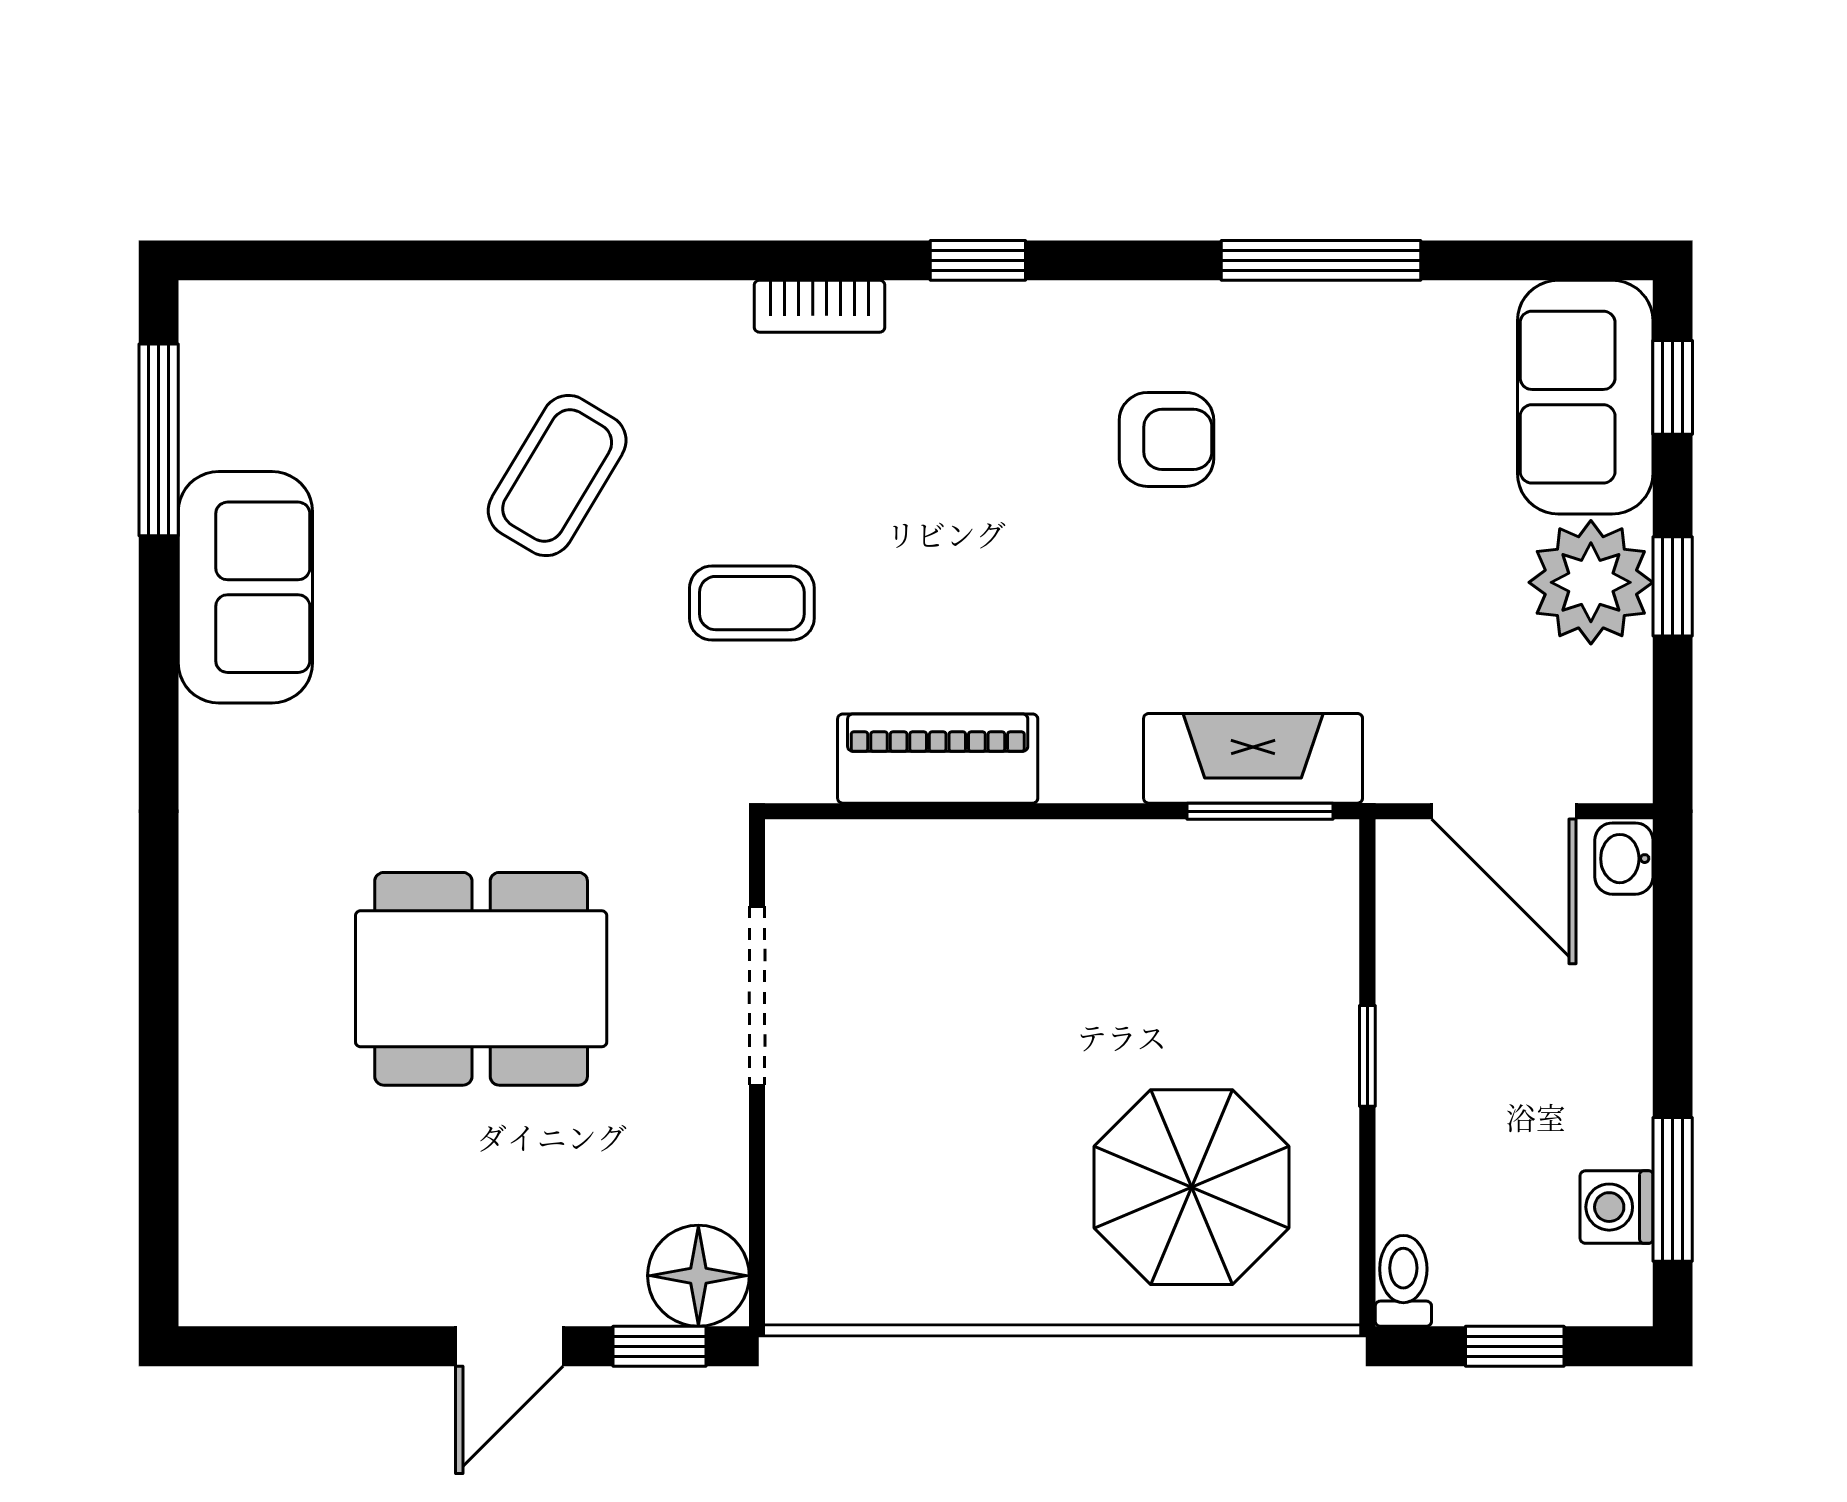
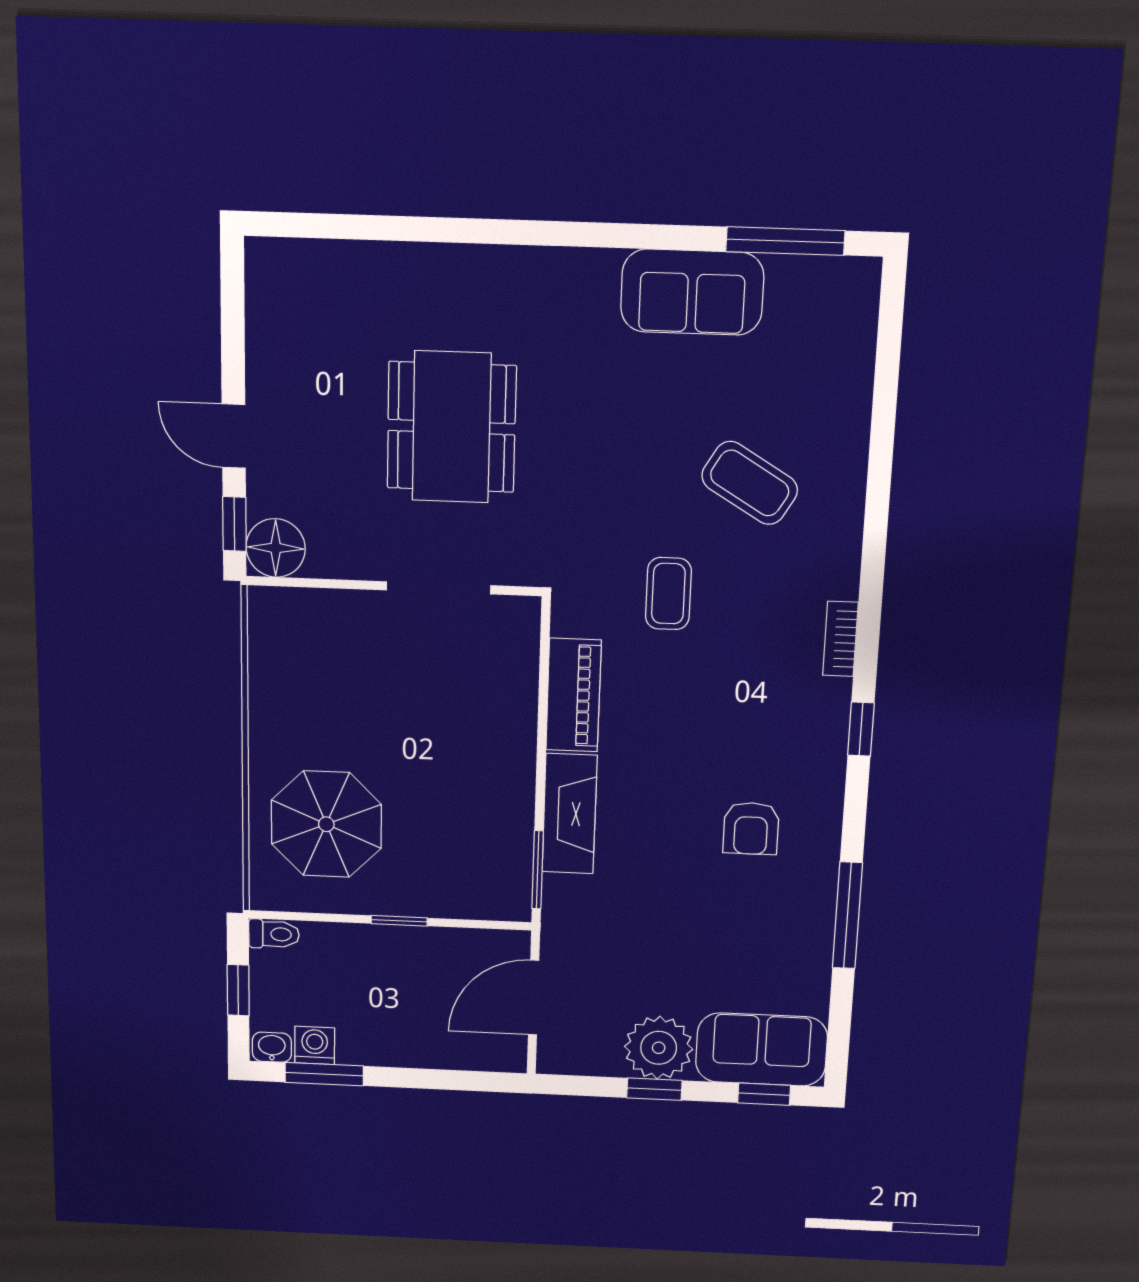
fireplace: (1253, 758) -> (569, 814), moved
washbasin: (1624, 859) -> (272, 1047), moved

